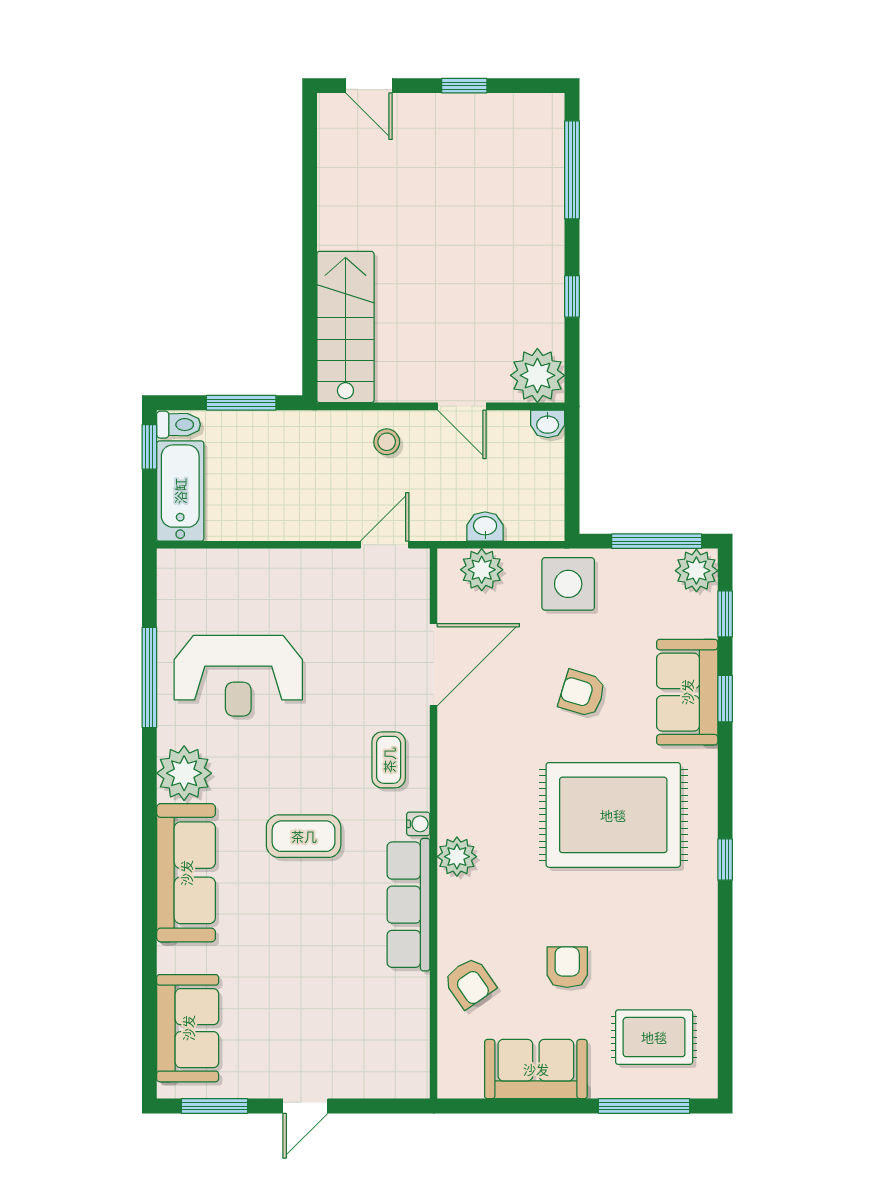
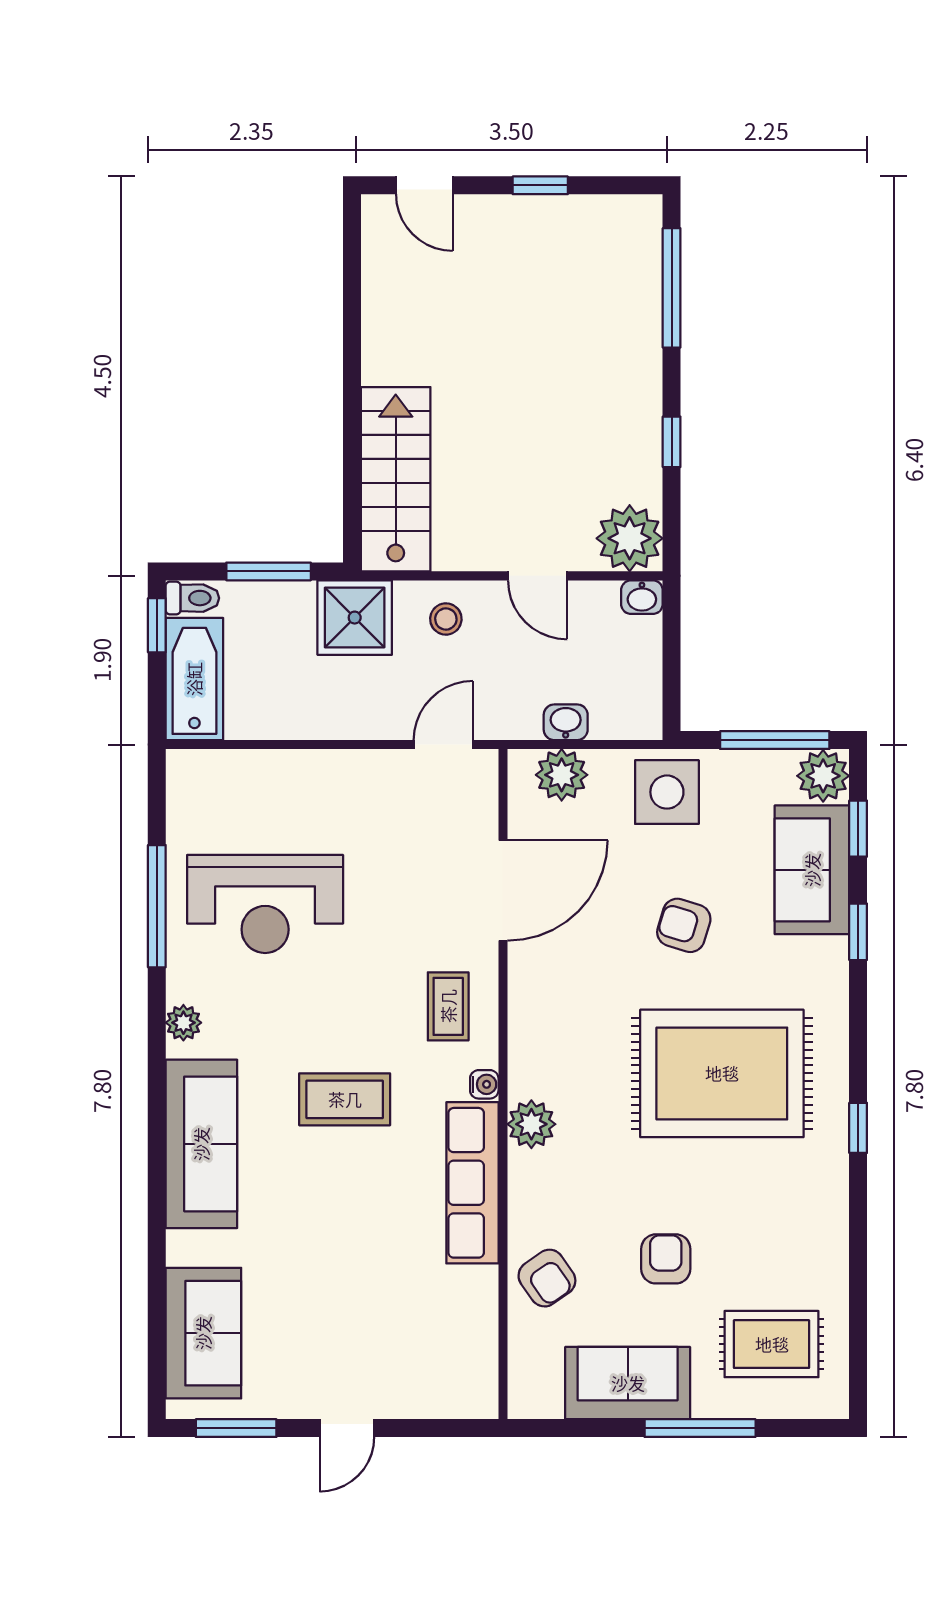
shower: (312, 441) -> (355, 618), added
sofa: (687, 692) -> (812, 870), moved
plant: (184, 773) -> (183, 1023), width x0.53, depth x0.53
window: (644, 1106) -> (700, 1428), moved

